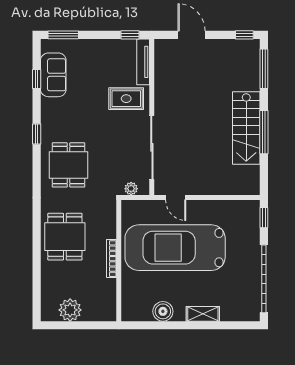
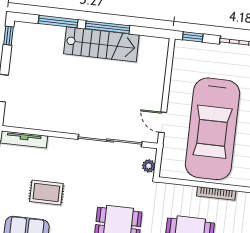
window: (264, 69) -> (58, 22), moved
rug: (126, 99) -> (46, 193), moved, turned 90
door: (176, 197) -> (163, 122), swing flipped

